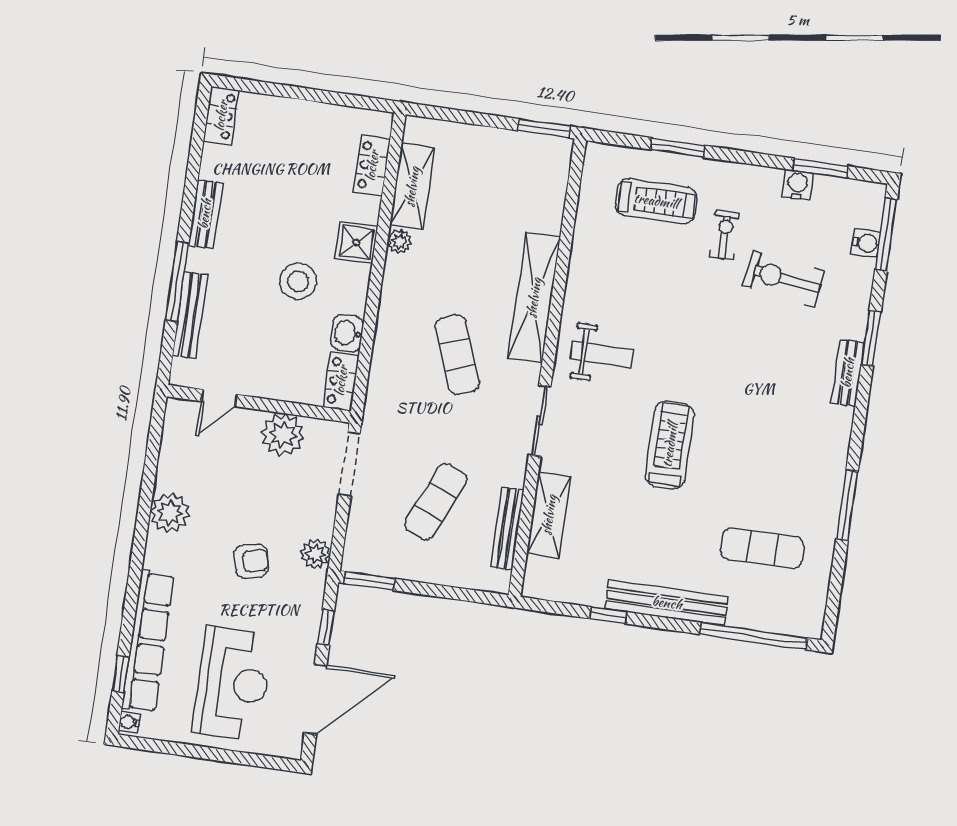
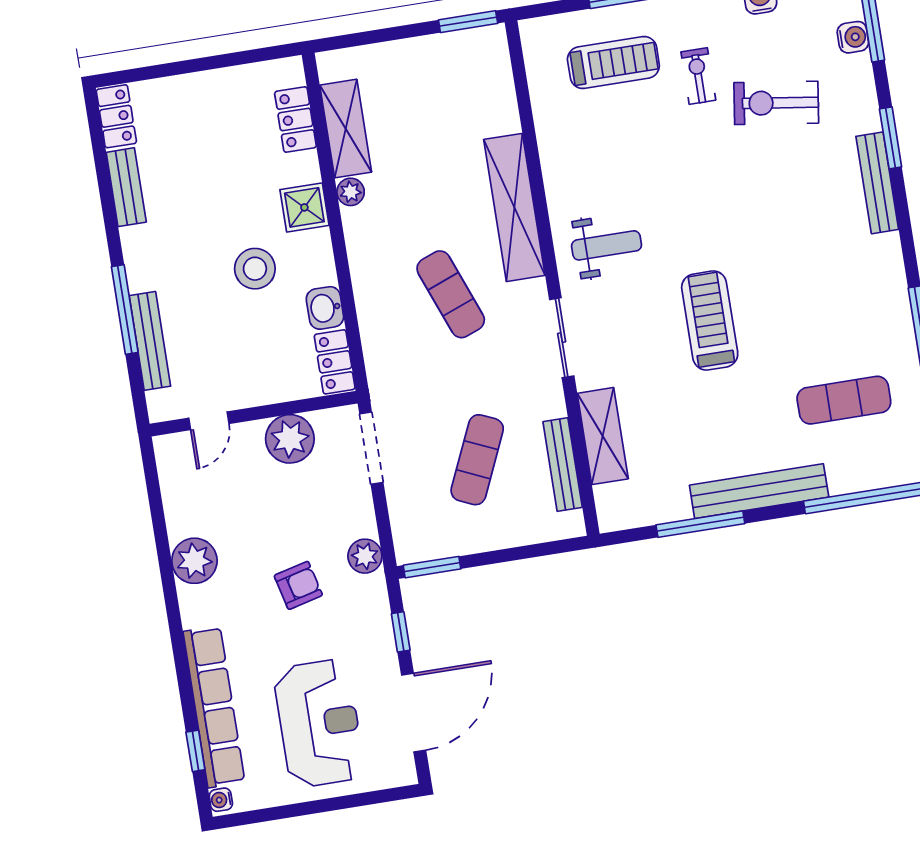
bench: (205, 214) -> (126, 187), moved
bench: (848, 373) -> (877, 183), width x1.36
window: (608, 615) -> (700, 524), width x2.17

